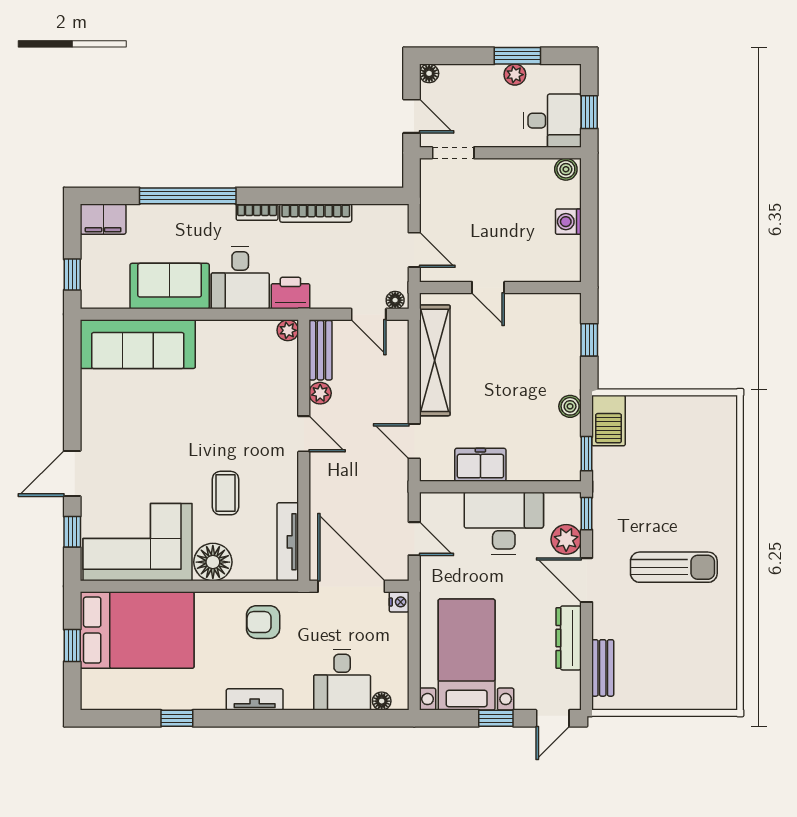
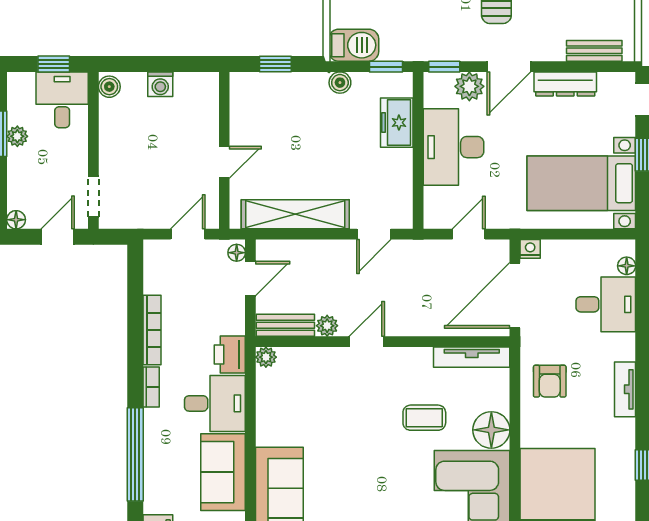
freezer: (480, 465) -> (397, 123), moved

